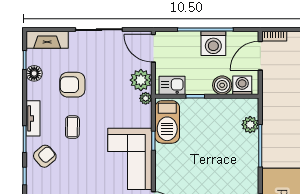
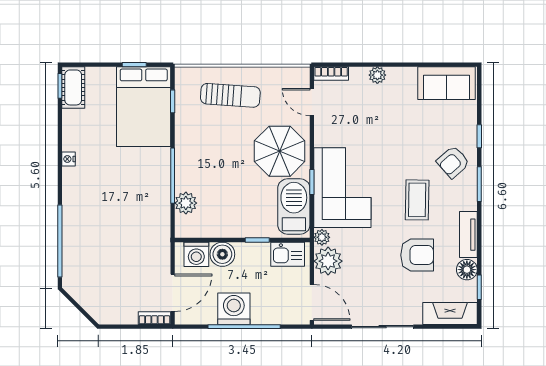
tv unit: (33, 118) -> (468, 235), moved
coffee table: (72, 127) -> (417, 200), width x1.36, depth x1.30
corner sofa: (130, 159) -> (342, 188), moved
parasol: (178, 165) -> (280, 151), added

